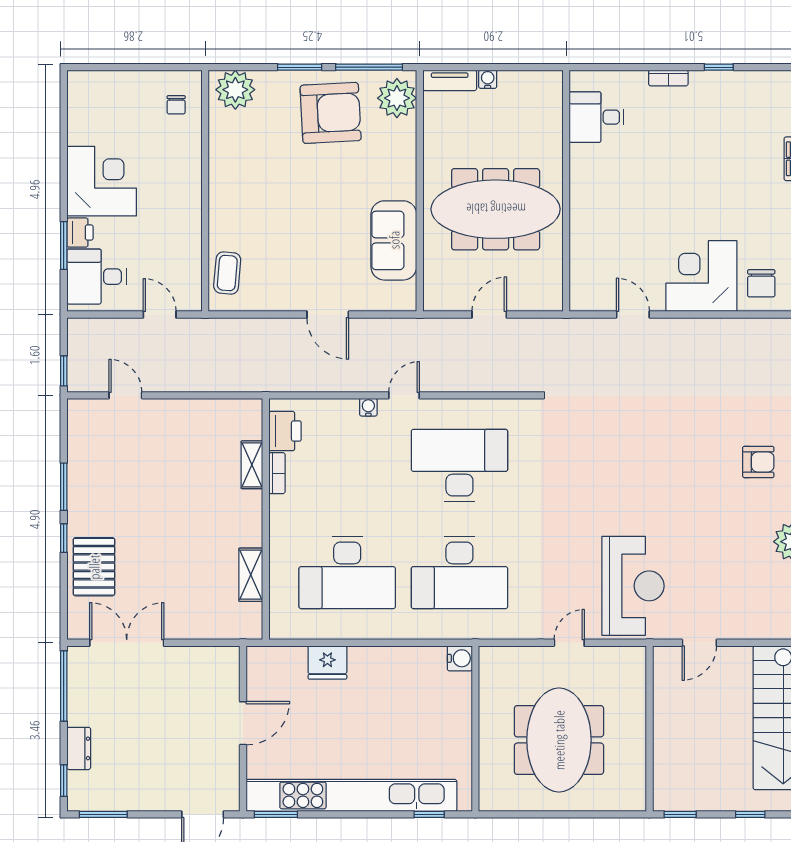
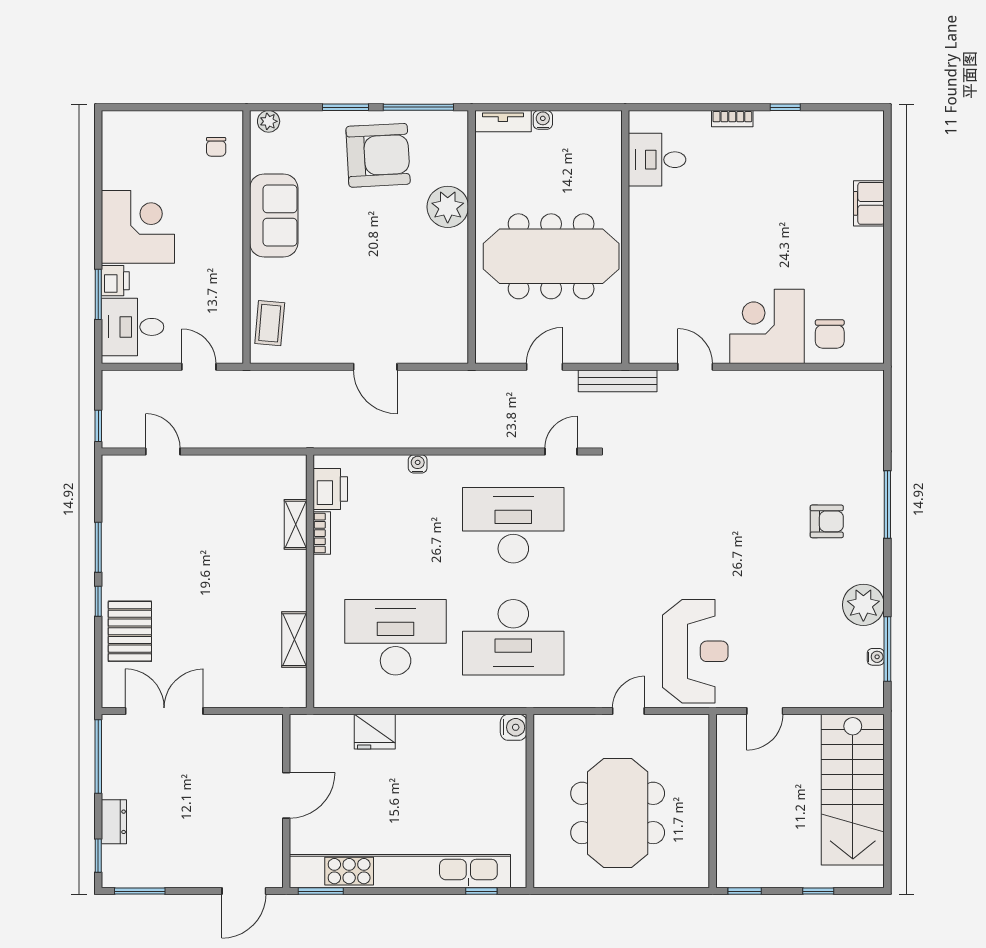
plant: (235, 90) -> (269, 121), width x0.53, depth x0.53
plant: (397, 98) -> (448, 207), moved
sofa: (394, 240) -> (274, 216), moved, turned 180
bench: (559, 328) -> (618, 381), added
door: (404, 395) -> (561, 451), moved
desk: (347, 572) -> (396, 637), turned 180

